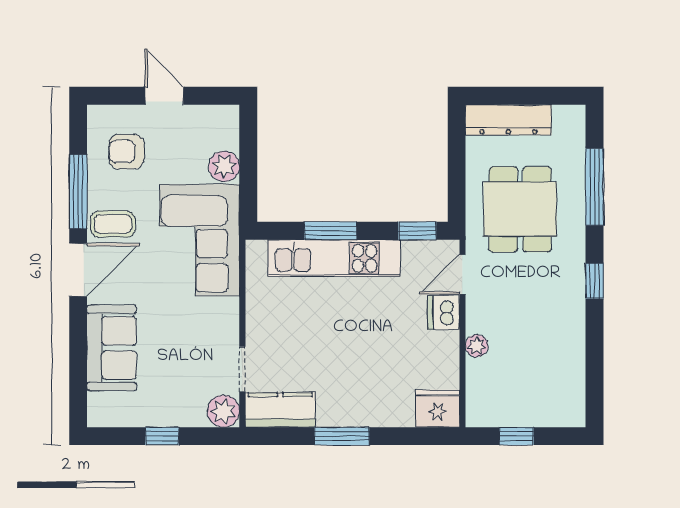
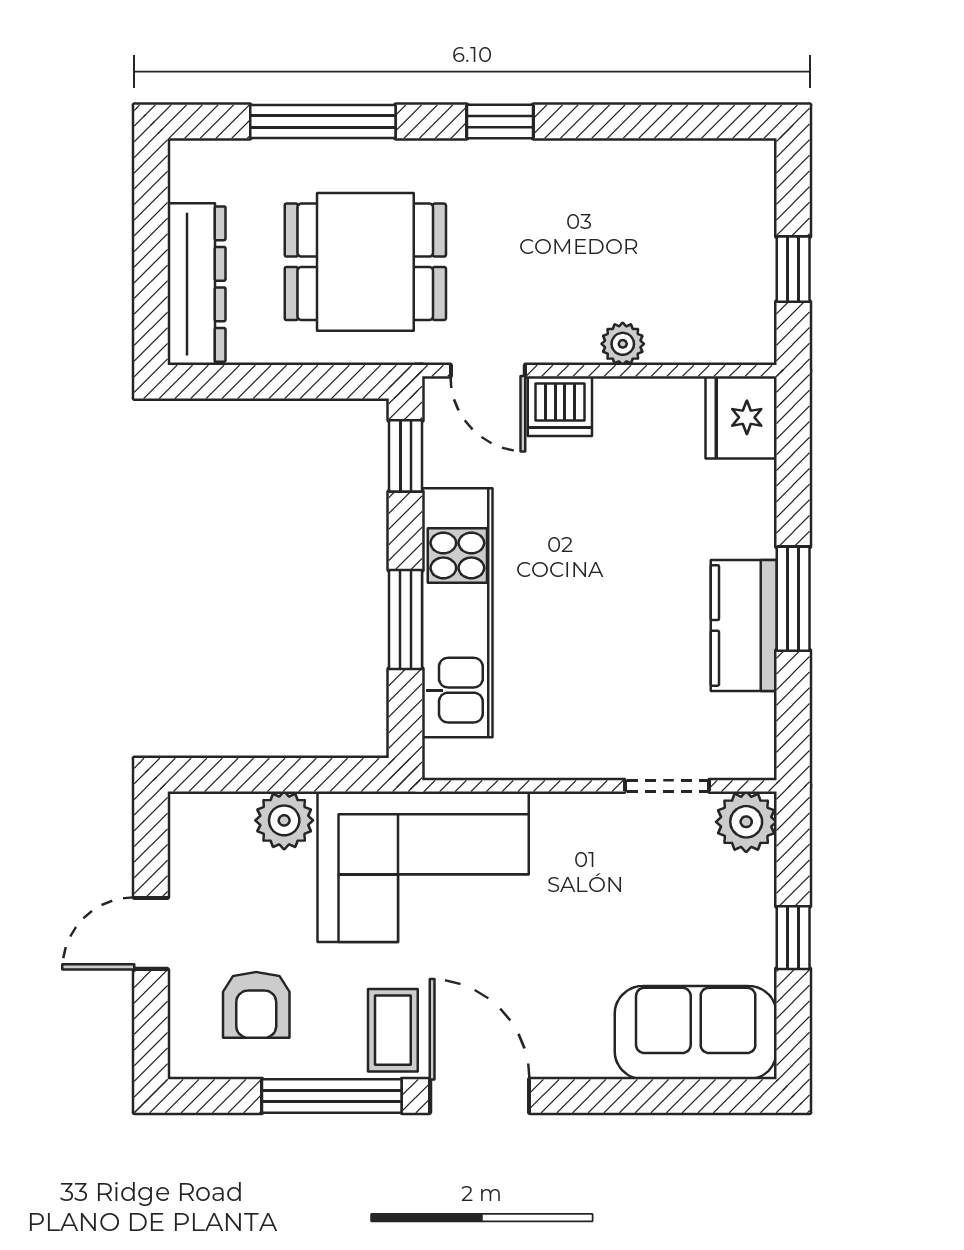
sofa: (112, 348) -> (696, 1033), moved
kitchen counter: (280, 410) -> (744, 625), moved

